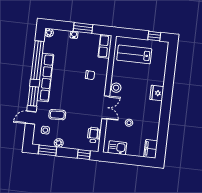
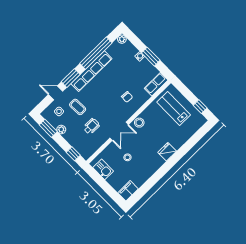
wheelchair: (94, 135) -> (91, 126), moved

